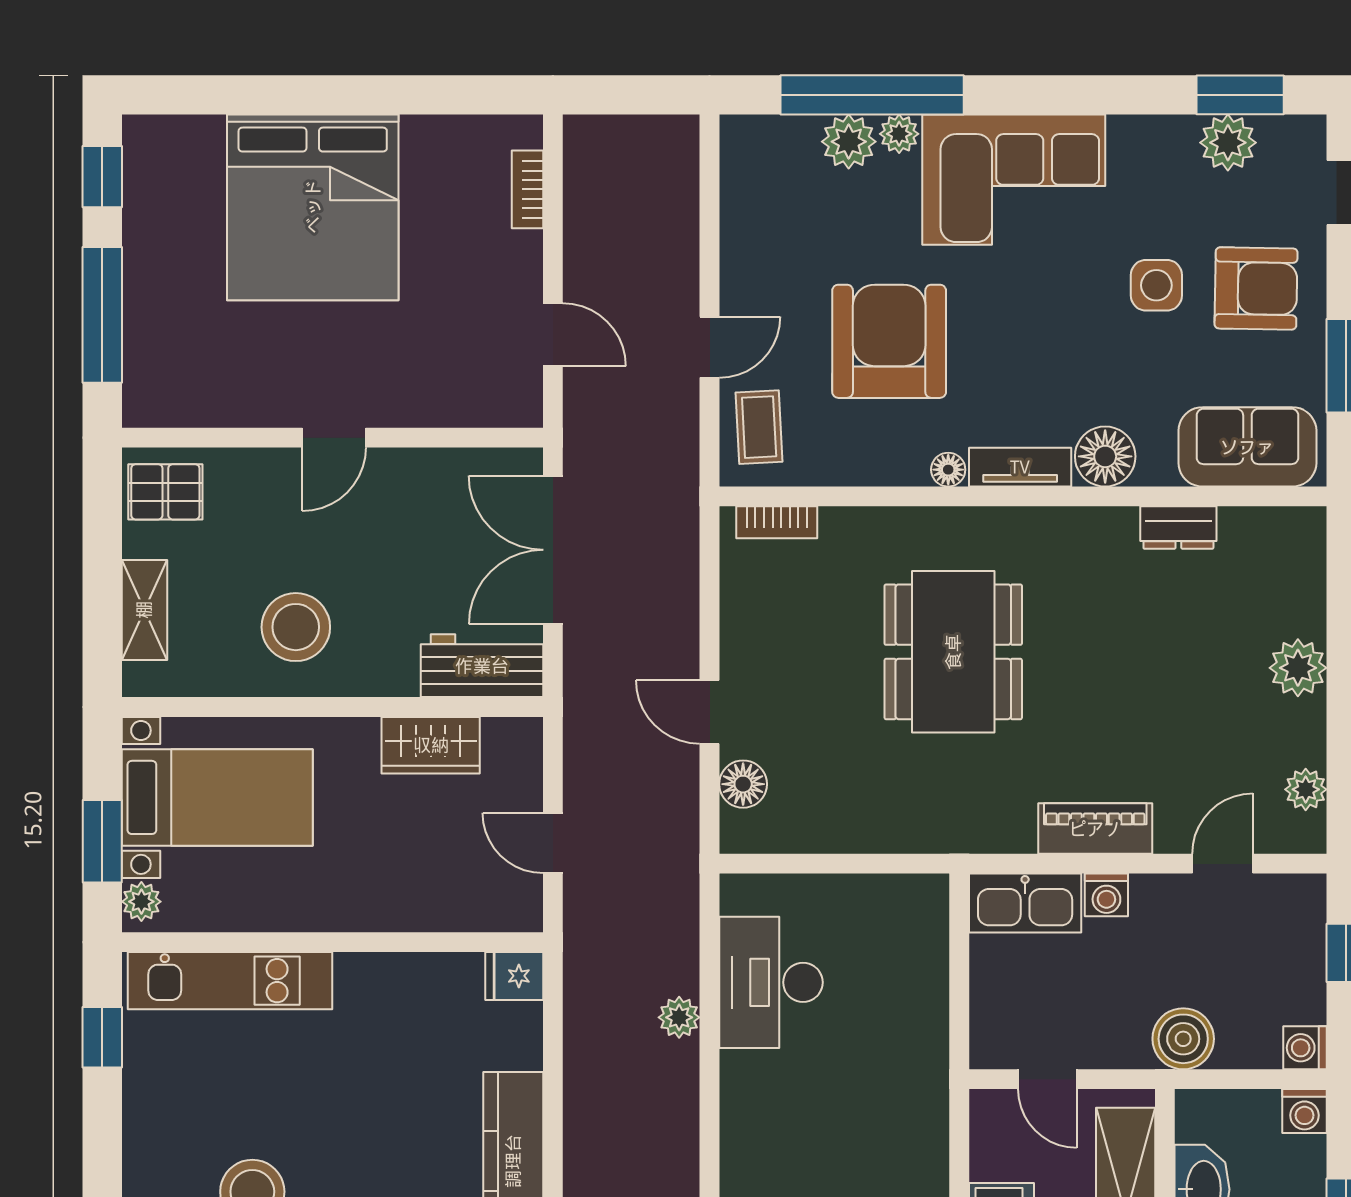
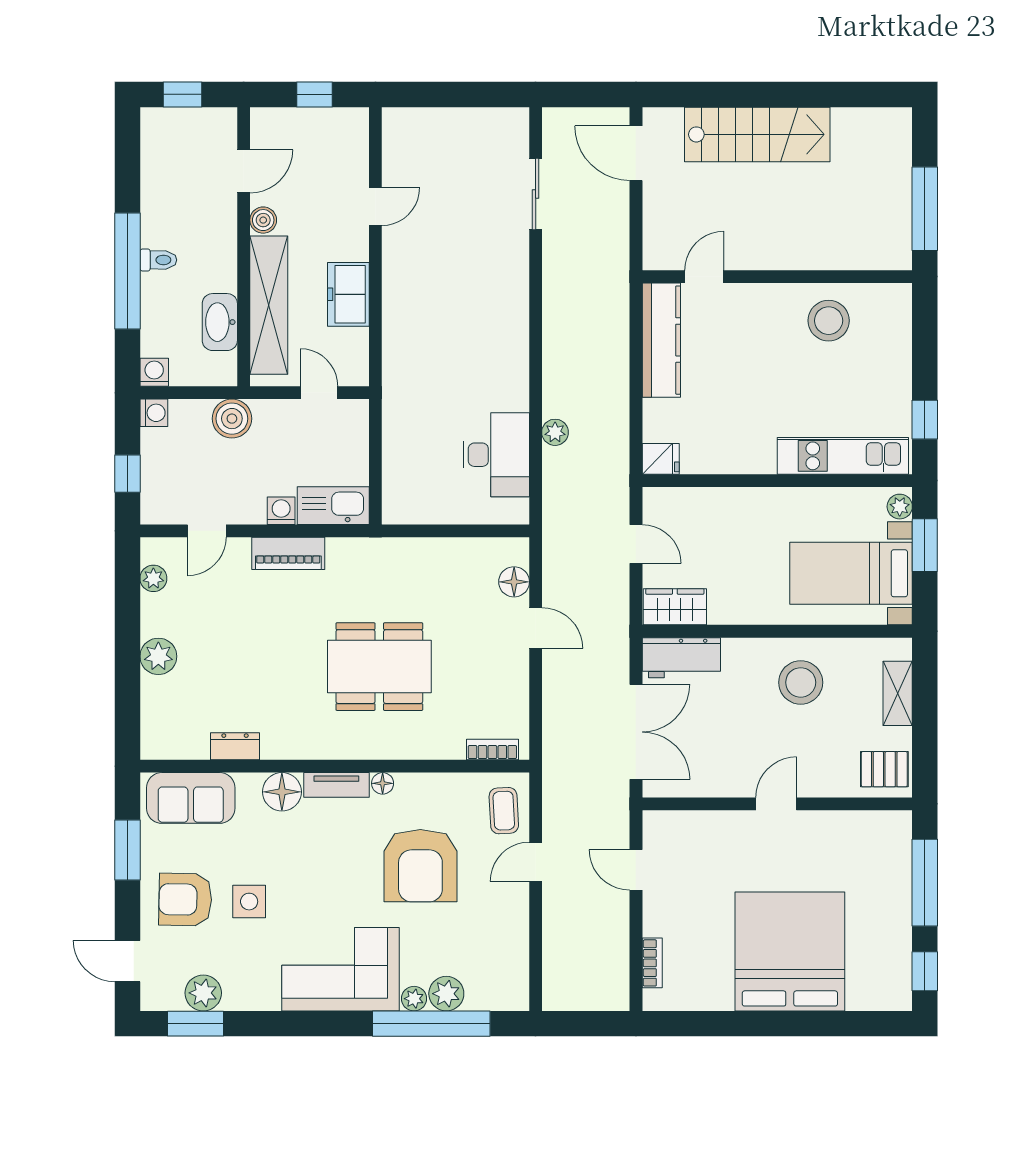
dining table: (953, 652) -> (379, 667), turned 90
wardrobe: (431, 745) -> (675, 607), moved

